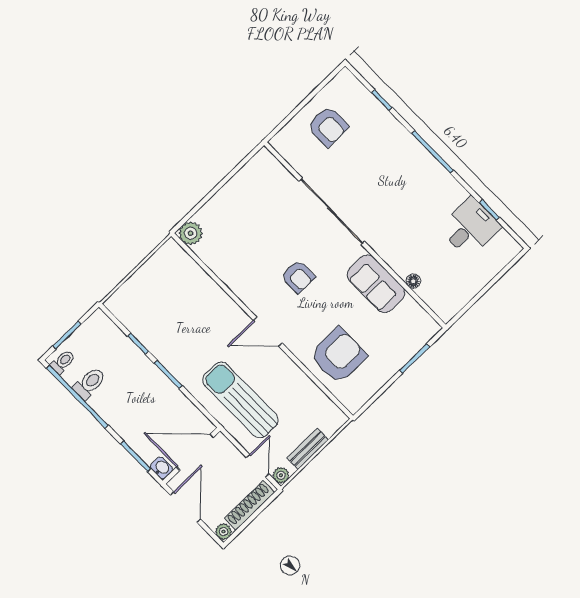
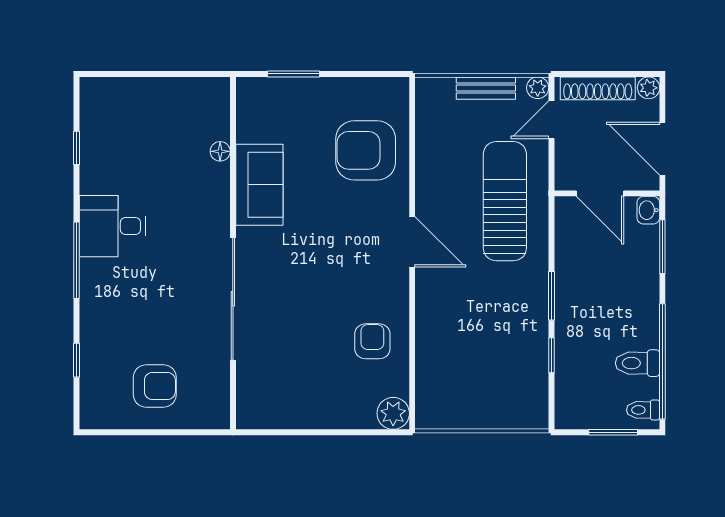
armchair: (328, 126) -> (155, 386), turned 90
desk: (470, 227) -> (112, 226), moved
armchair: (298, 277) -> (372, 341), moved
sun lounger: (240, 400) -> (505, 201), turned 180
door: (195, 452) -> (600, 193), width x0.73
door: (185, 507) -> (662, 149), hinge flipped

